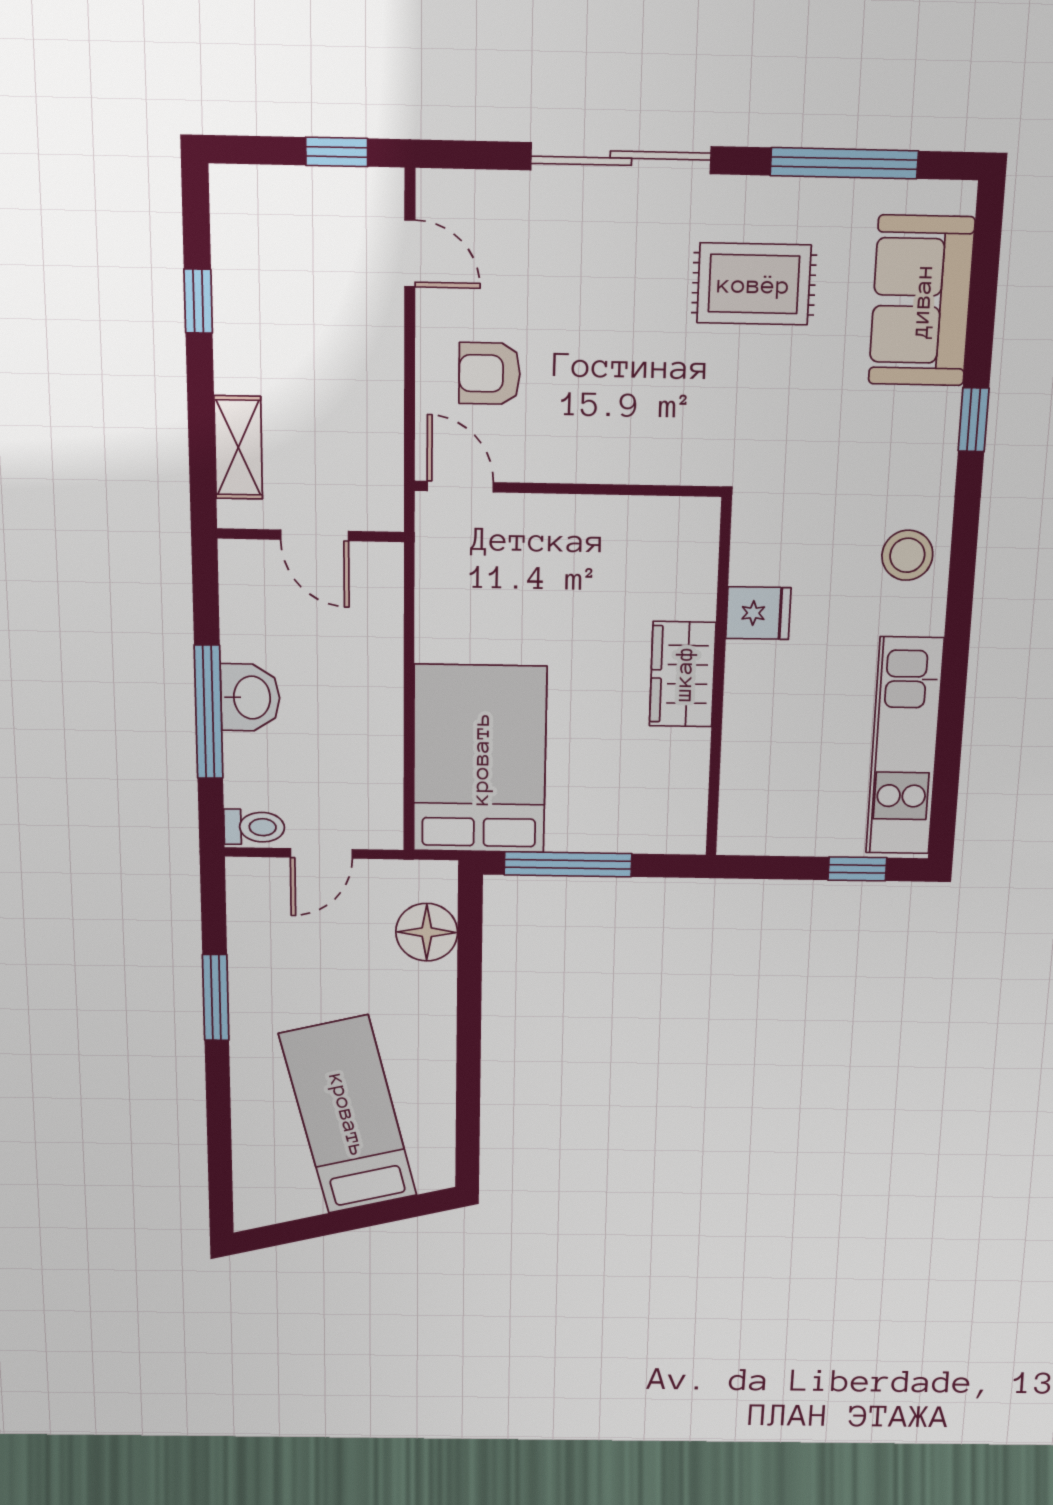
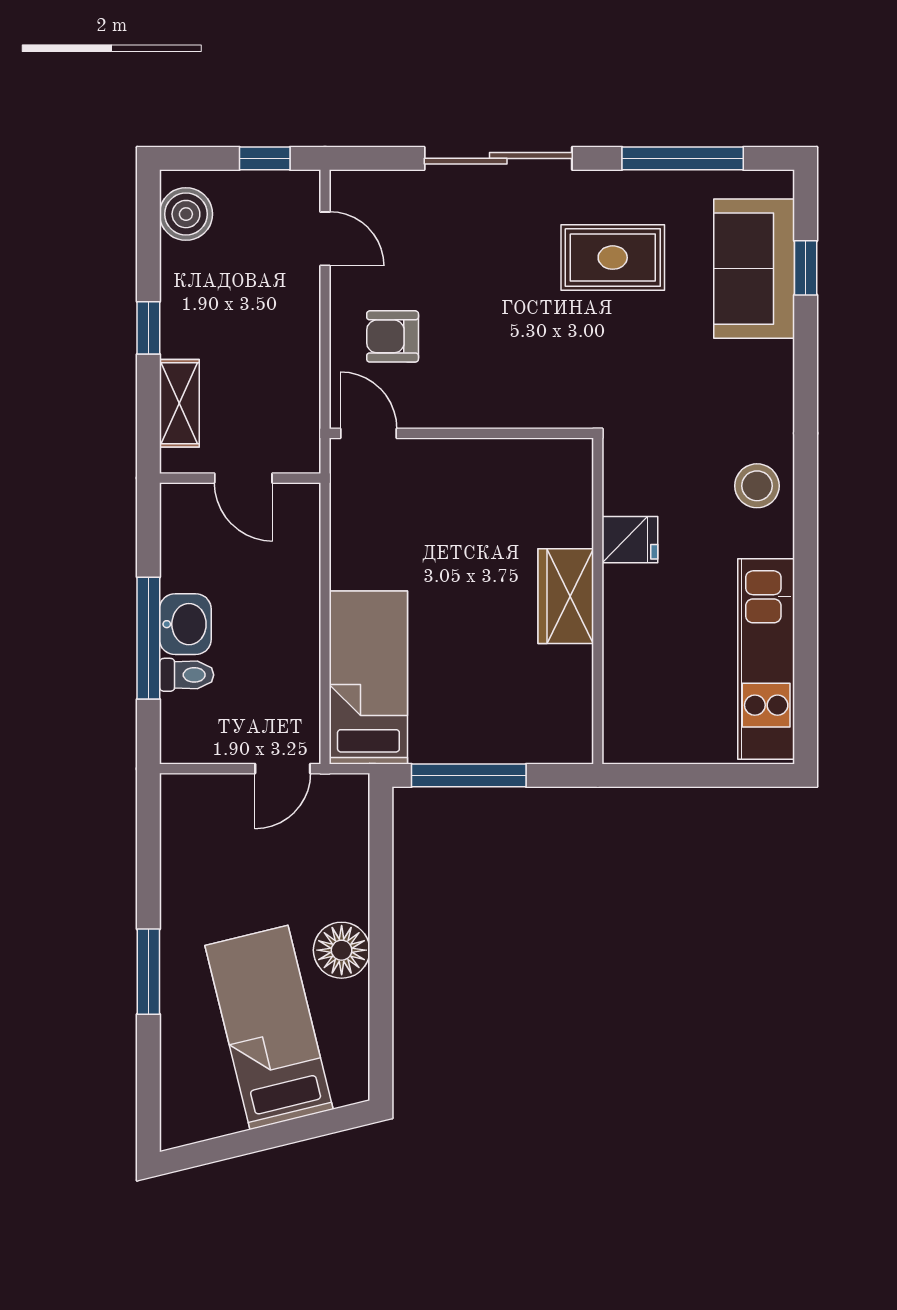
boiler: (242, 220) -> (186, 214), added
window: (198, 301) -> (148, 328), moved
window: (974, 420) -> (806, 268), moved
bed: (480, 759) -> (368, 678), width x0.67
toilet: (254, 827) -> (187, 675), moved
door: (321, 853) -> (283, 769), moved
window: (857, 869) -> (731, 775), removed
floor lamp: (427, 932) -> (342, 950), moved
window: (216, 998) -> (148, 972), moved

